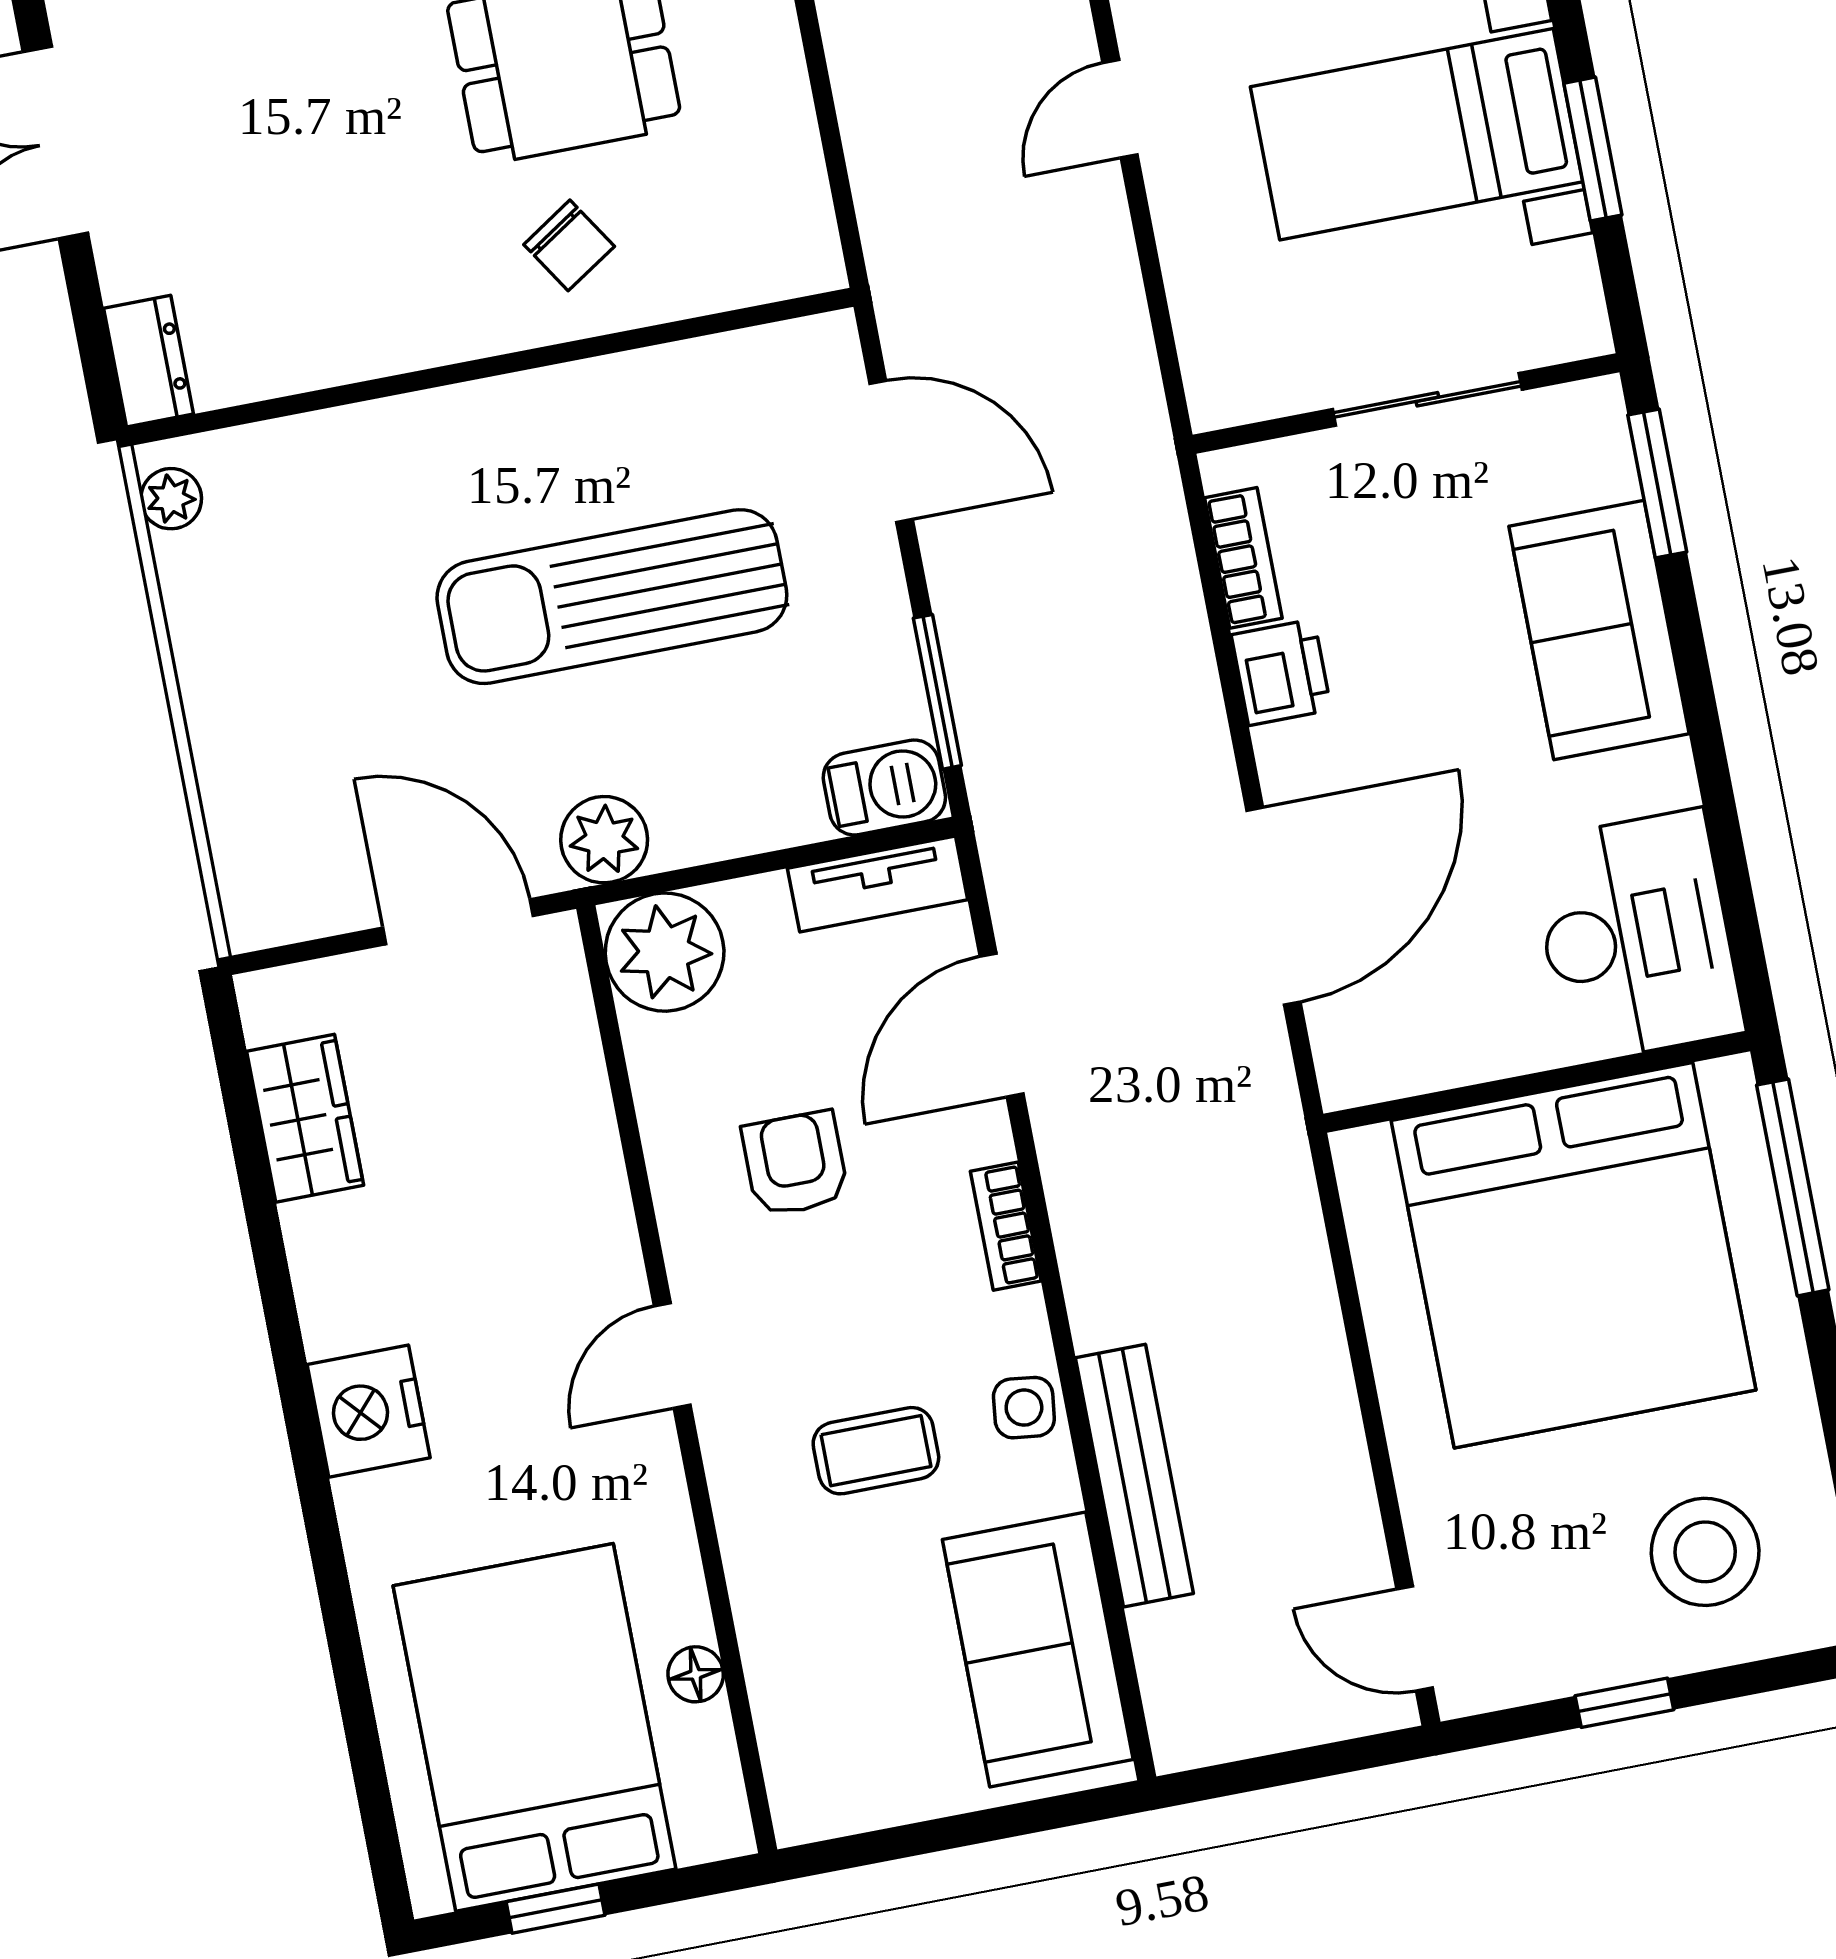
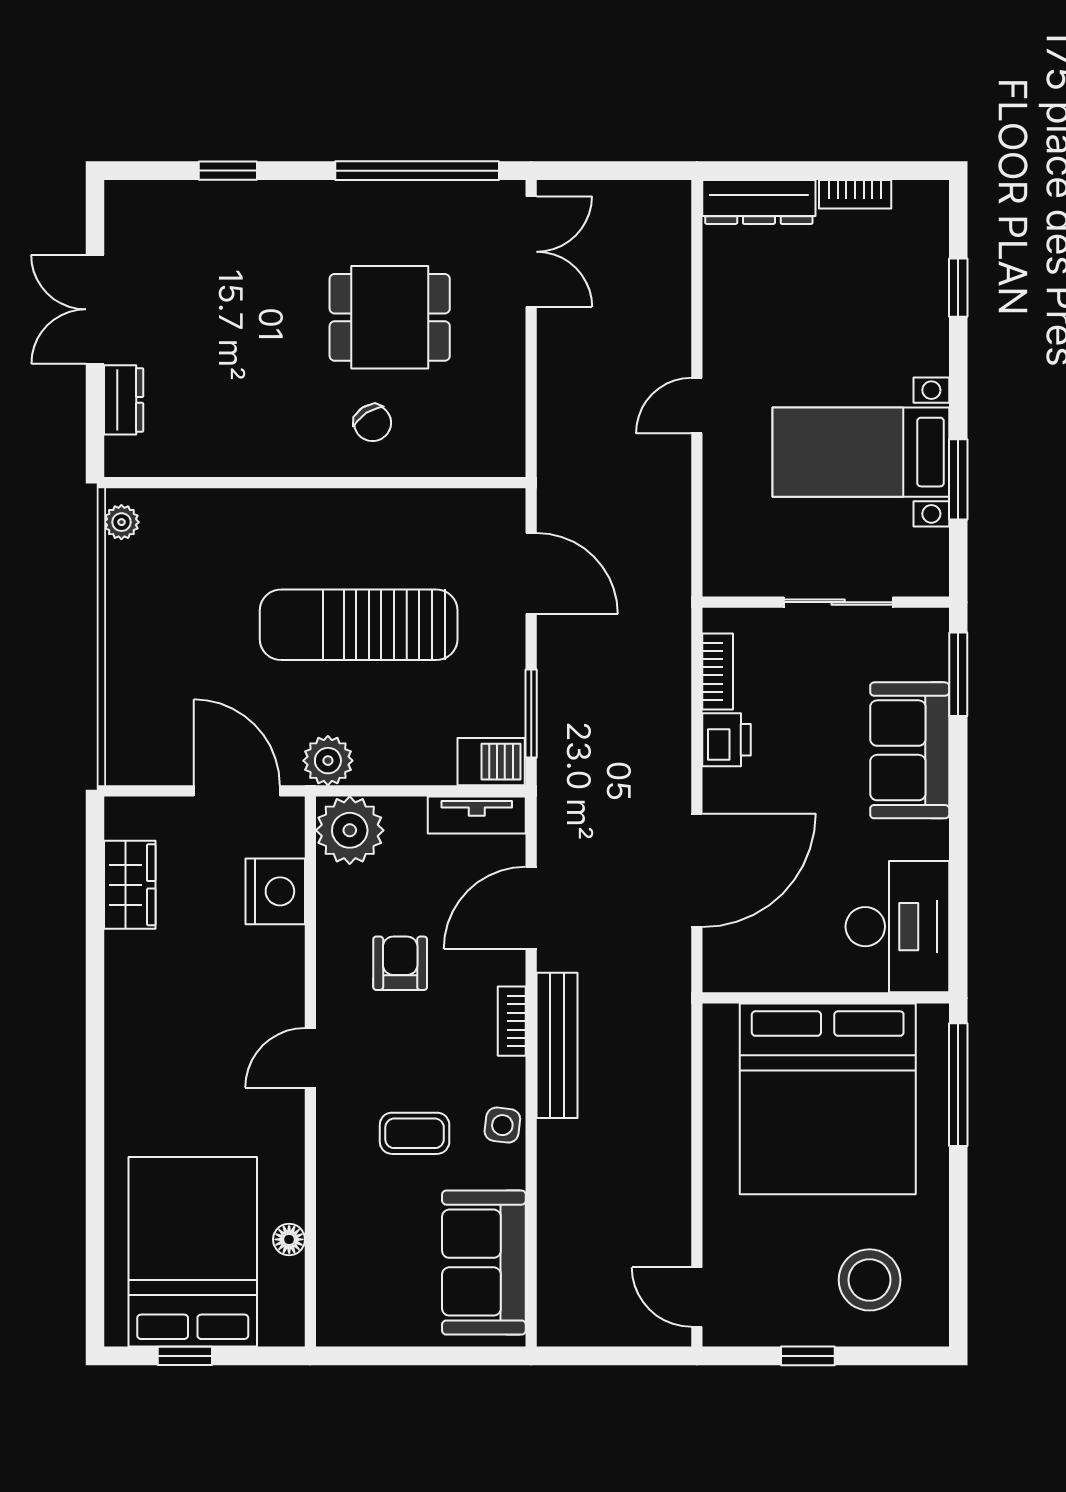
dresser: (149, 361) -> (124, 400), moved
nightstand: (369, 1411) -> (275, 891), moved, turned 180
bench: (1134, 1476) -> (557, 1045), moved

